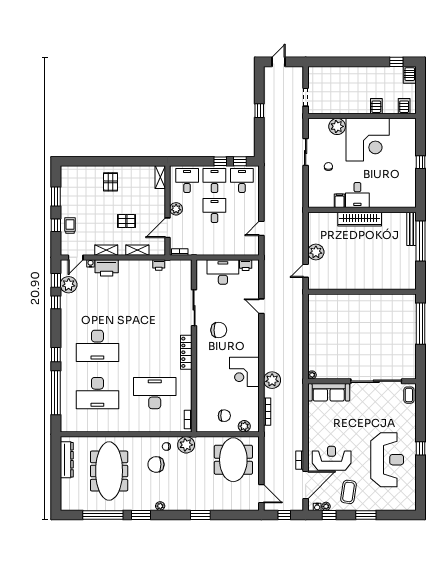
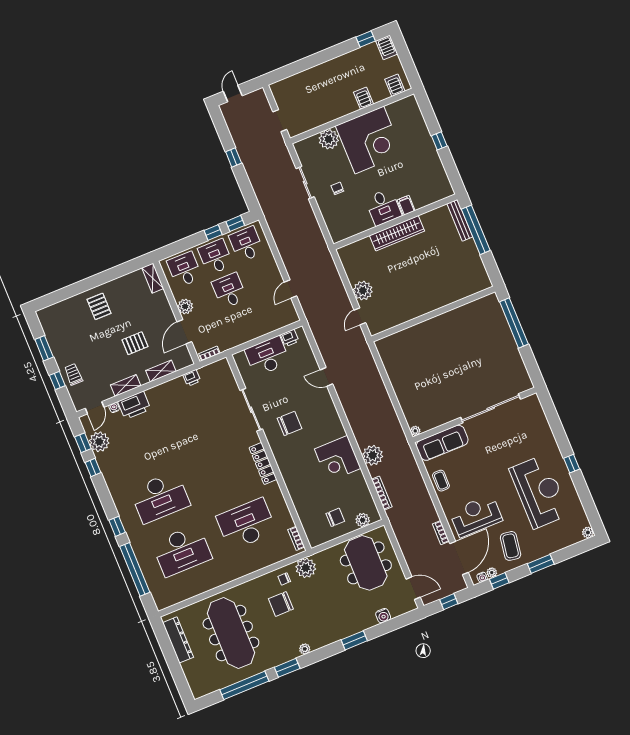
filing cabinet: (340, 201) -> (406, 205), moved
coffee table: (409, 395) -> (441, 481), moved
water cooler: (230, 505) -> (383, 616), added
plant: (411, 506) -> (588, 533), added

